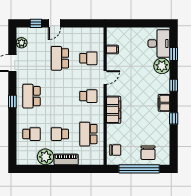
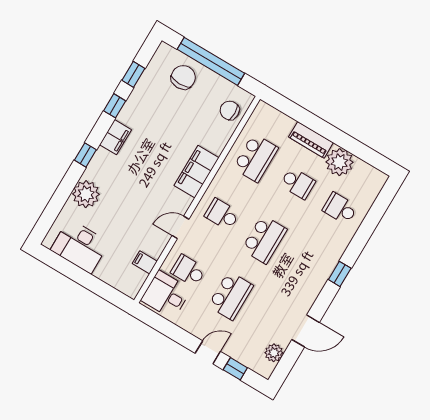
desk: (92, 40) -> (166, 295), added
desk: (159, 43) -> (80, 246), moved, turned -90
window: (174, 54) -> (133, 74), moved
school desk: (31, 96) -> (264, 240), moved

